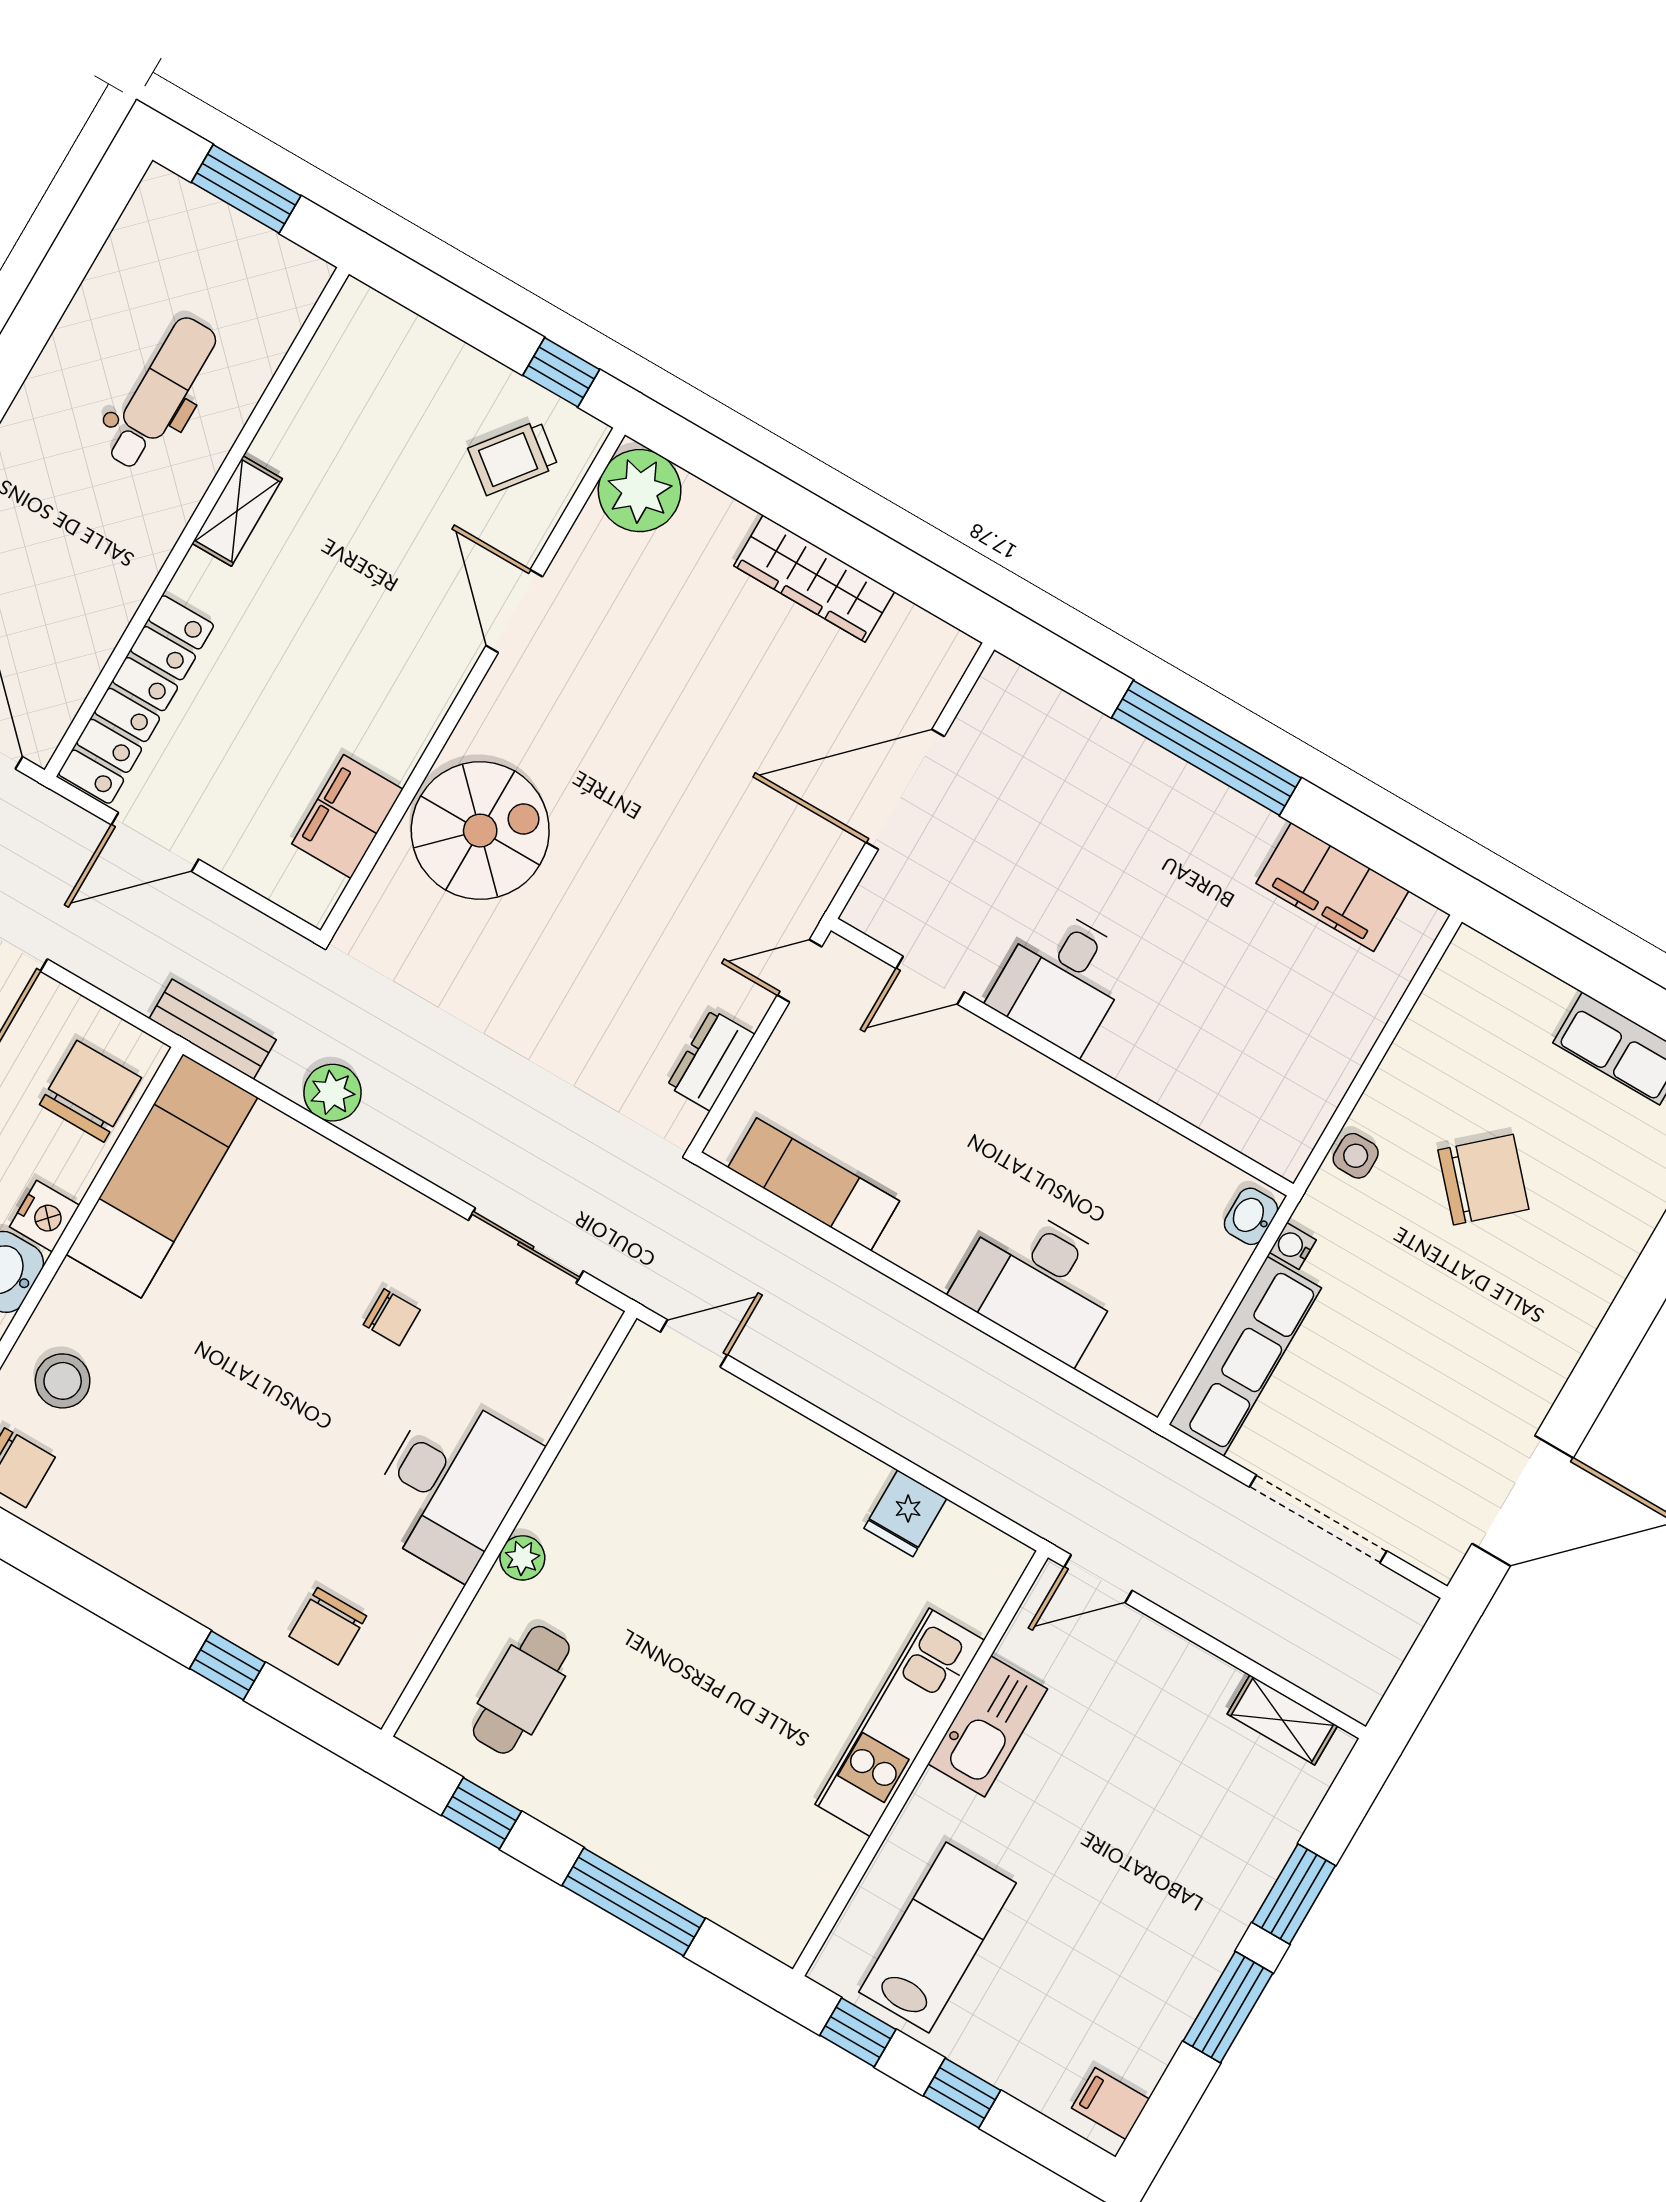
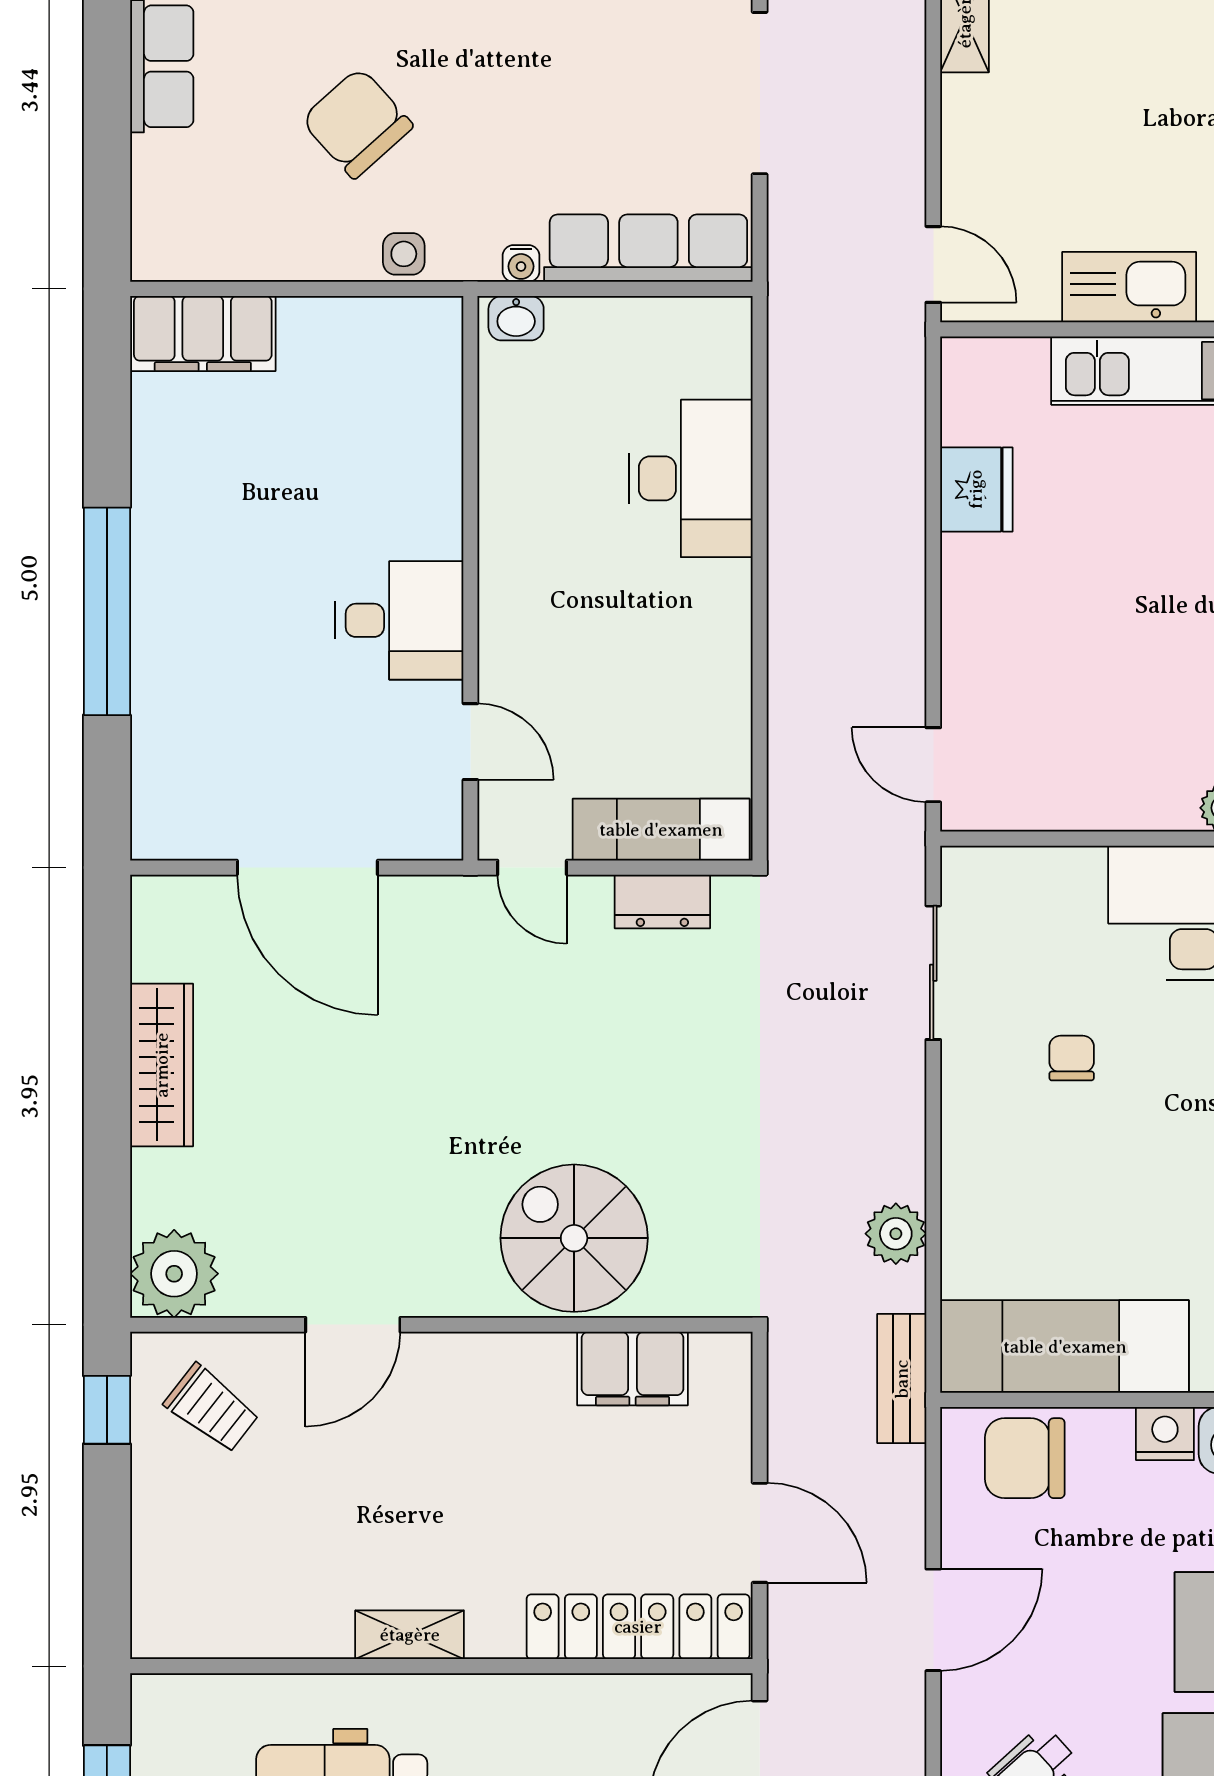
filing cabinet: (1332, 887) -> (203, 334), moved, turned 90
exam couch: (814, 1184) -> (661, 830), moved, turned 90
fridge: (905, 1513) -> (976, 489), width x1.38

